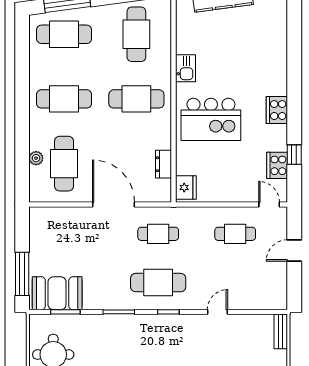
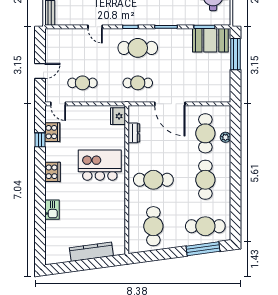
kitchen sink: (185, 68) -> (52, 210), moved, turned 180
cafe table: (64, 99) -> (205, 180), turned 90
door: (218, 312) -> (95, 27), hinge flipped

